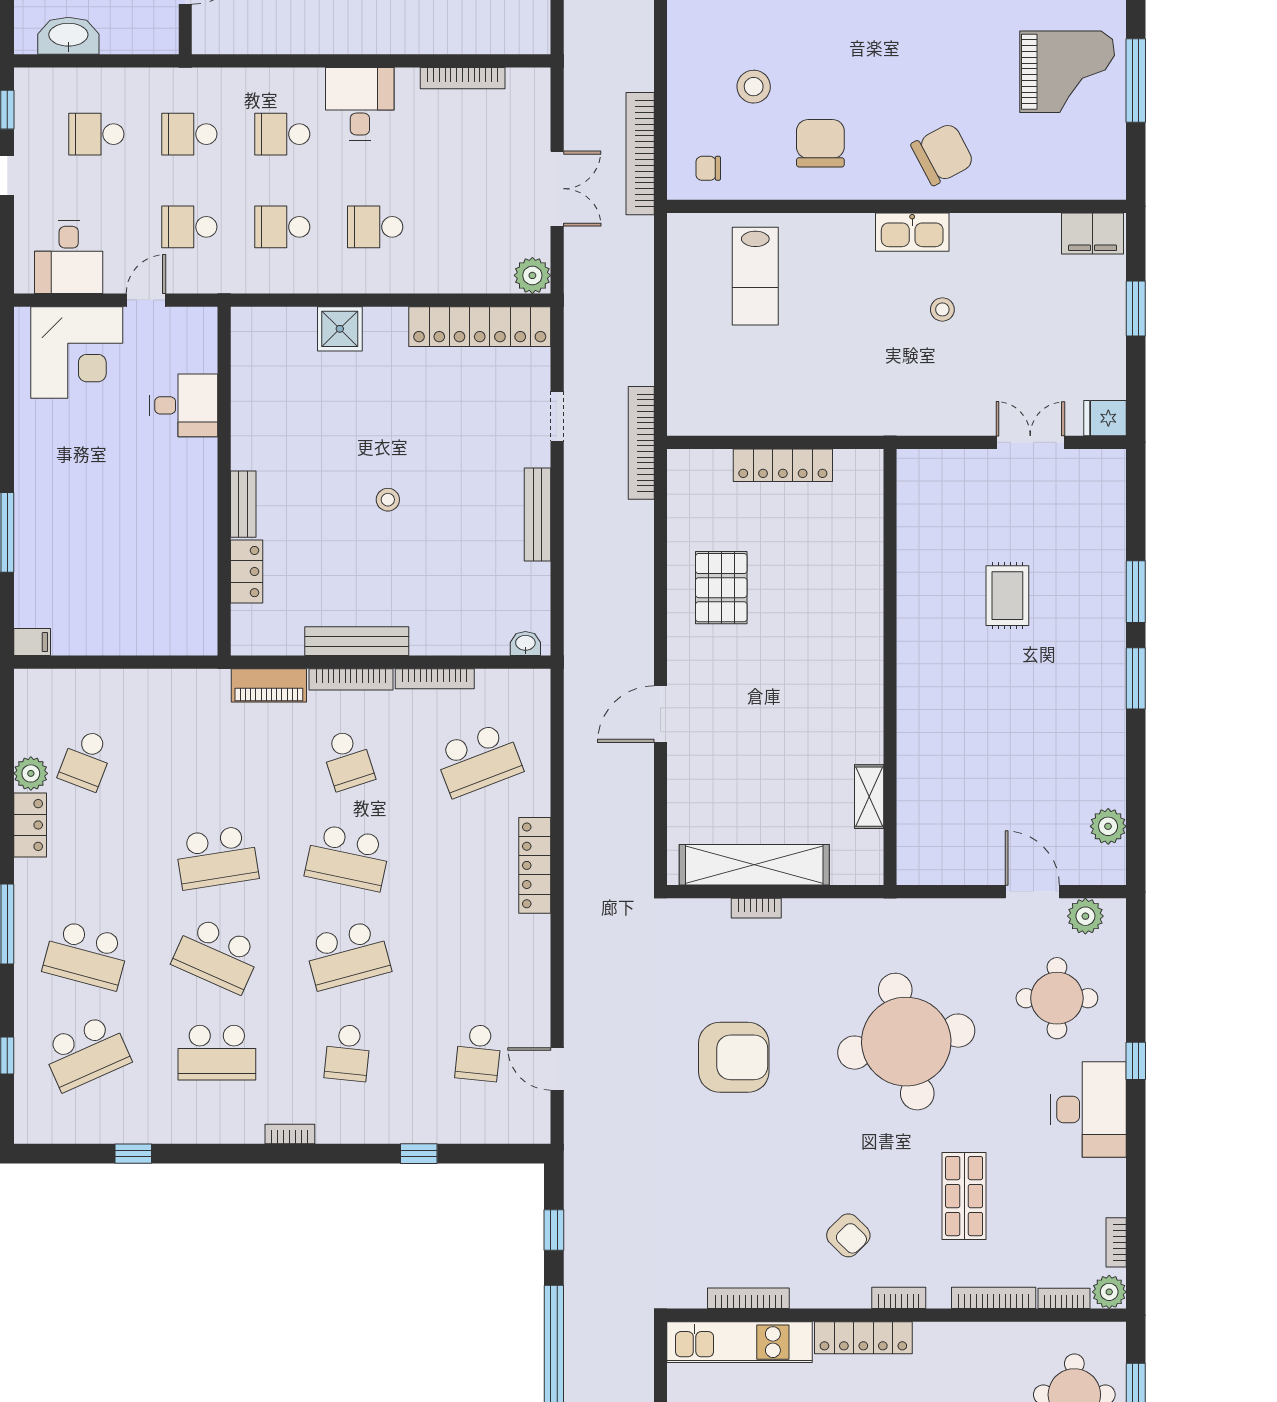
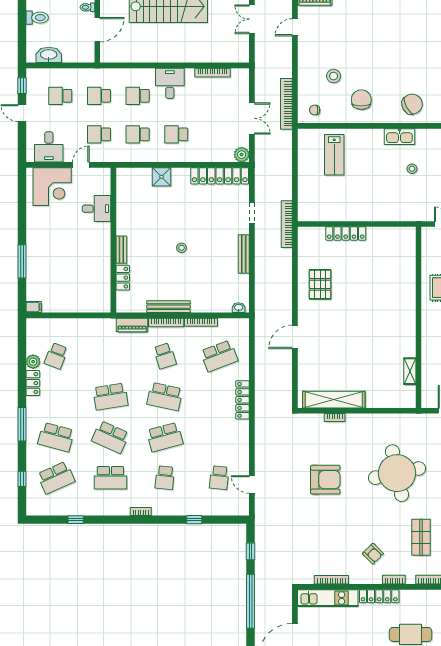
wall: (890, 667) -> (418, 317), moved
shelving: (869, 797) -> (410, 371), moved

